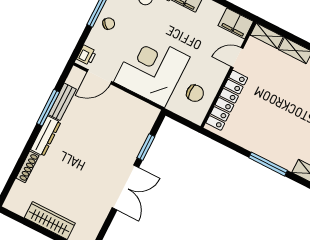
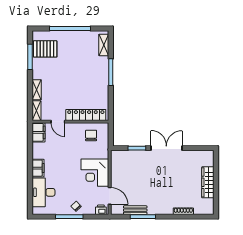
corner desk: (152, 69) -> (95, 173), width x0.74, depth x0.74
dresser: (46, 136) -> (160, 210), removed

